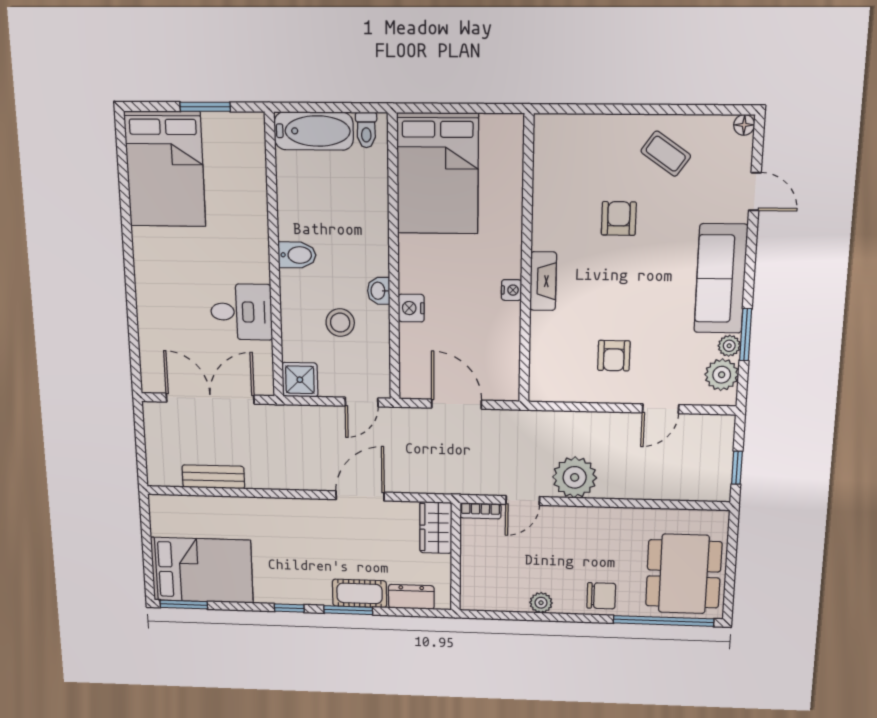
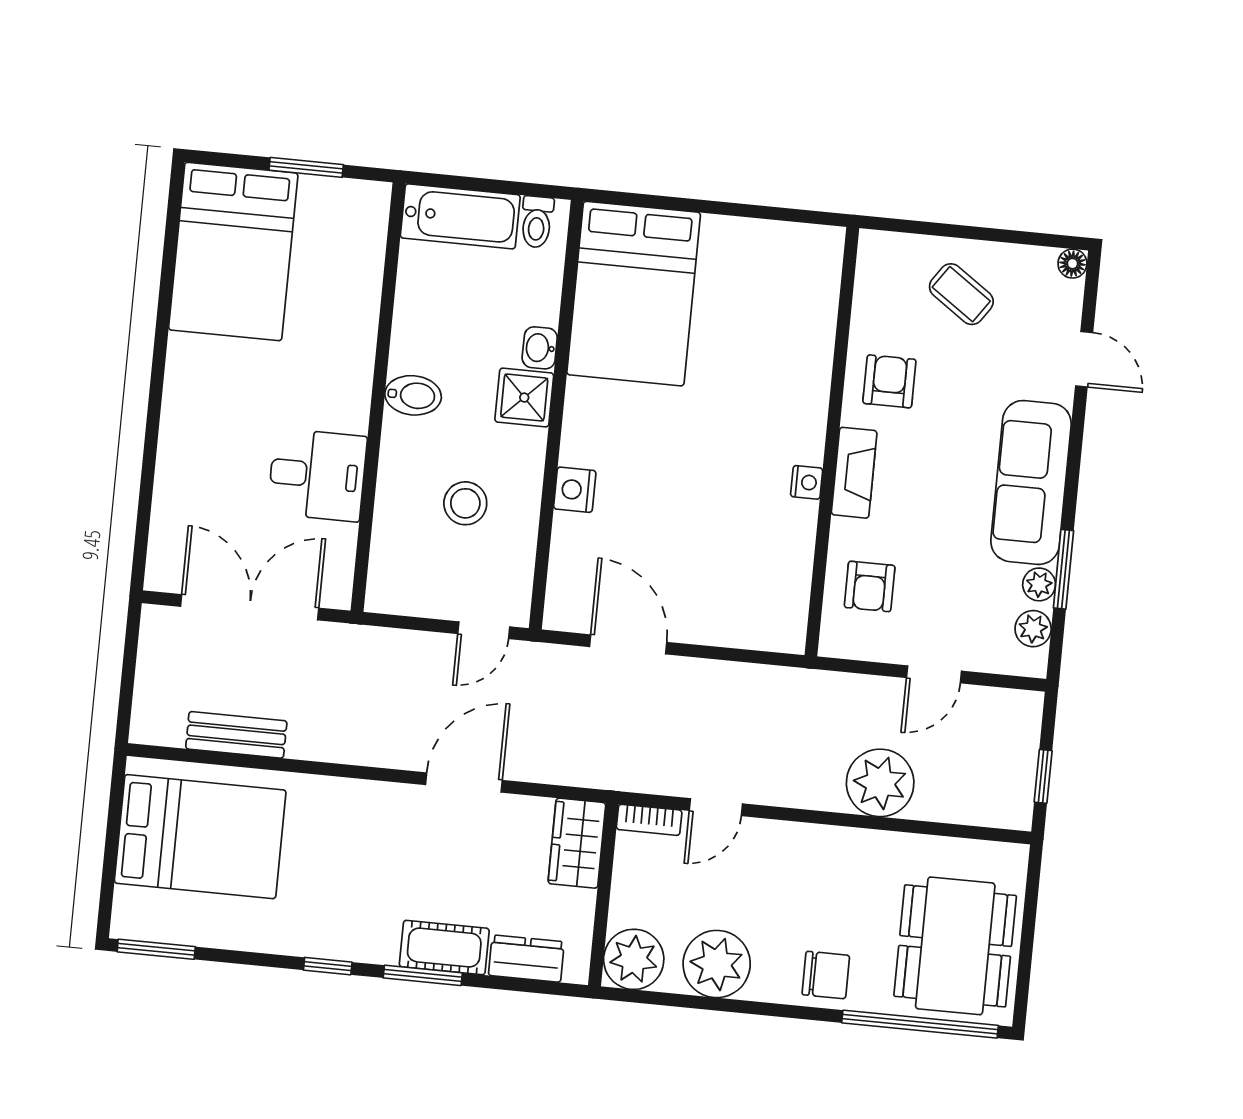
wall: (526, 262) -> (832, 442), moved
fireplace: (543, 281) -> (854, 473), moved
nightstand: (511, 290) -> (807, 482), moved
washbasin: (379, 291) -> (540, 348), moved
plant: (722, 375) -> (1033, 629), width x0.73, depth x0.73
shower: (300, 380) -> (524, 398), moved
plant: (575, 477) -> (880, 783), moved
bed: (202, 570) -> (200, 837), moved
plant: (479, 594) -> (634, 959), added
plant: (541, 603) -> (717, 964), width x1.88, depth x1.88

